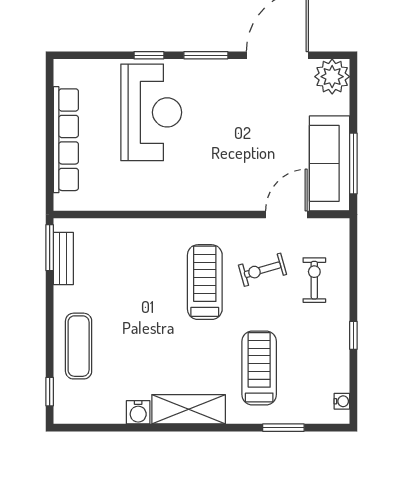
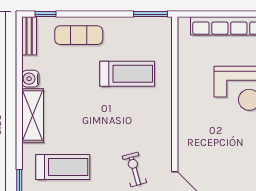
bench: (63, 258) -> (29, 36), moved, turned 90
treadmill: (205, 282) -> (127, 74), moved

